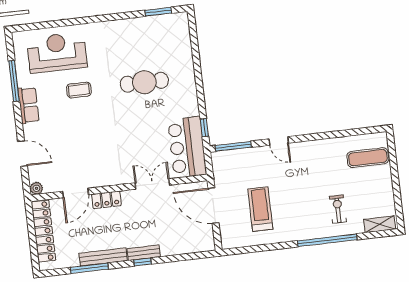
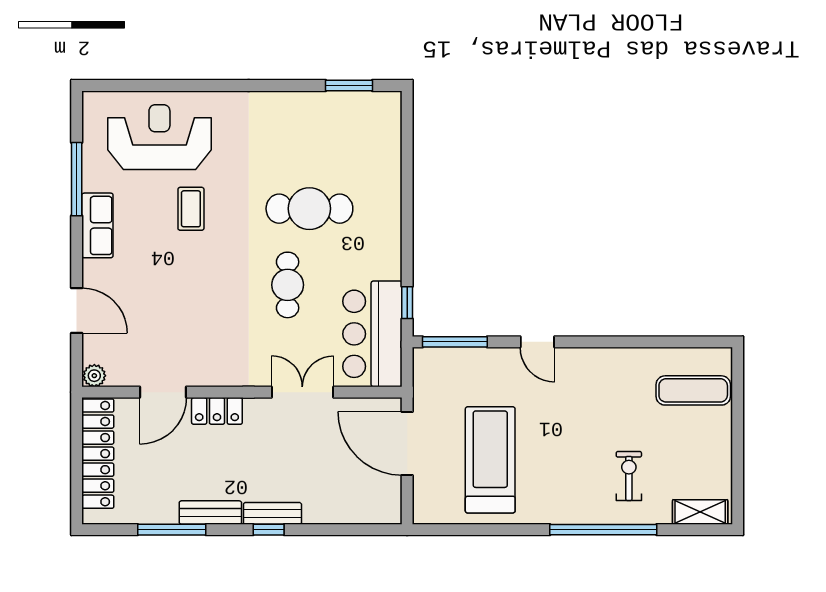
coffee table: (79, 90) -> (191, 209), turned 90
cafe table: (137, 126) -> (288, 285), added
treadmill: (260, 209) -> (490, 460), width x1.37, depth x1.38
bench: (103, 257) -> (210, 513), width x0.73

